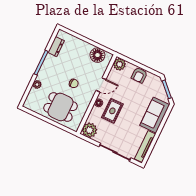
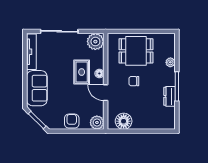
dresser: (56, 47) -> (170, 96), moved
door: (101, 85) -> (106, 93), hinge flipped

